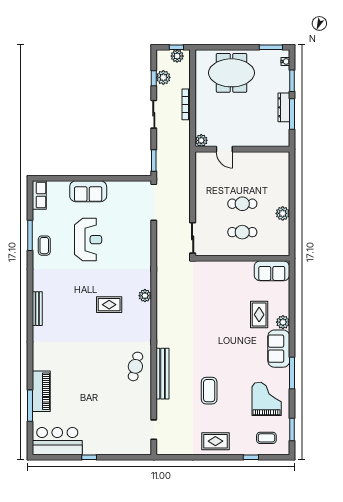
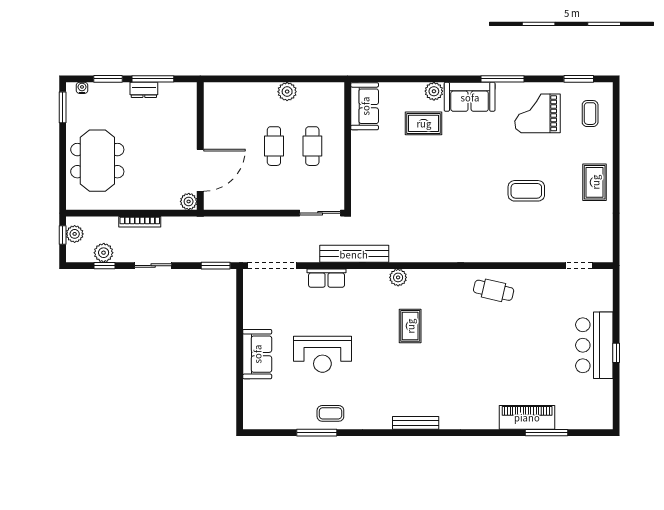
dresser: (284, 107) -> (144, 90), width x0.70
door: (224, 149) -> (200, 170), width x1.88
row of seats: (39, 195) -> (327, 278), moved, turned 180
reception desk: (88, 240) -> (322, 354), turned 180
bench: (163, 374) -> (354, 254), moved
bar counter: (57, 441) -> (594, 345), moved
window: (251, 457) -> (616, 134), removed

